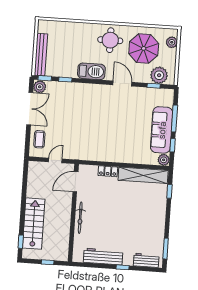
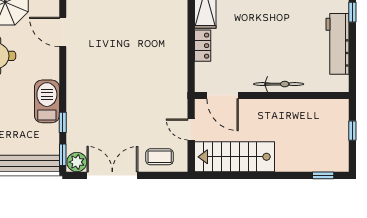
barbecue: (91, 71) -> (47, 101), moved
door: (122, 84) -> (63, 32), hinge flipped
stairs: (34, 224) -> (235, 157), moved

